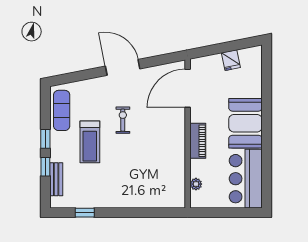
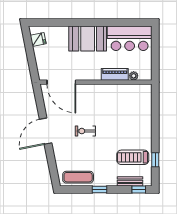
fridge: (231, 60) -> (38, 40), moved
piano: (198, 141) -> (115, 74), moved
treadmill: (90, 142) -> (133, 157), moved, turned 180
window: (45, 167) -> (139, 190), moved

